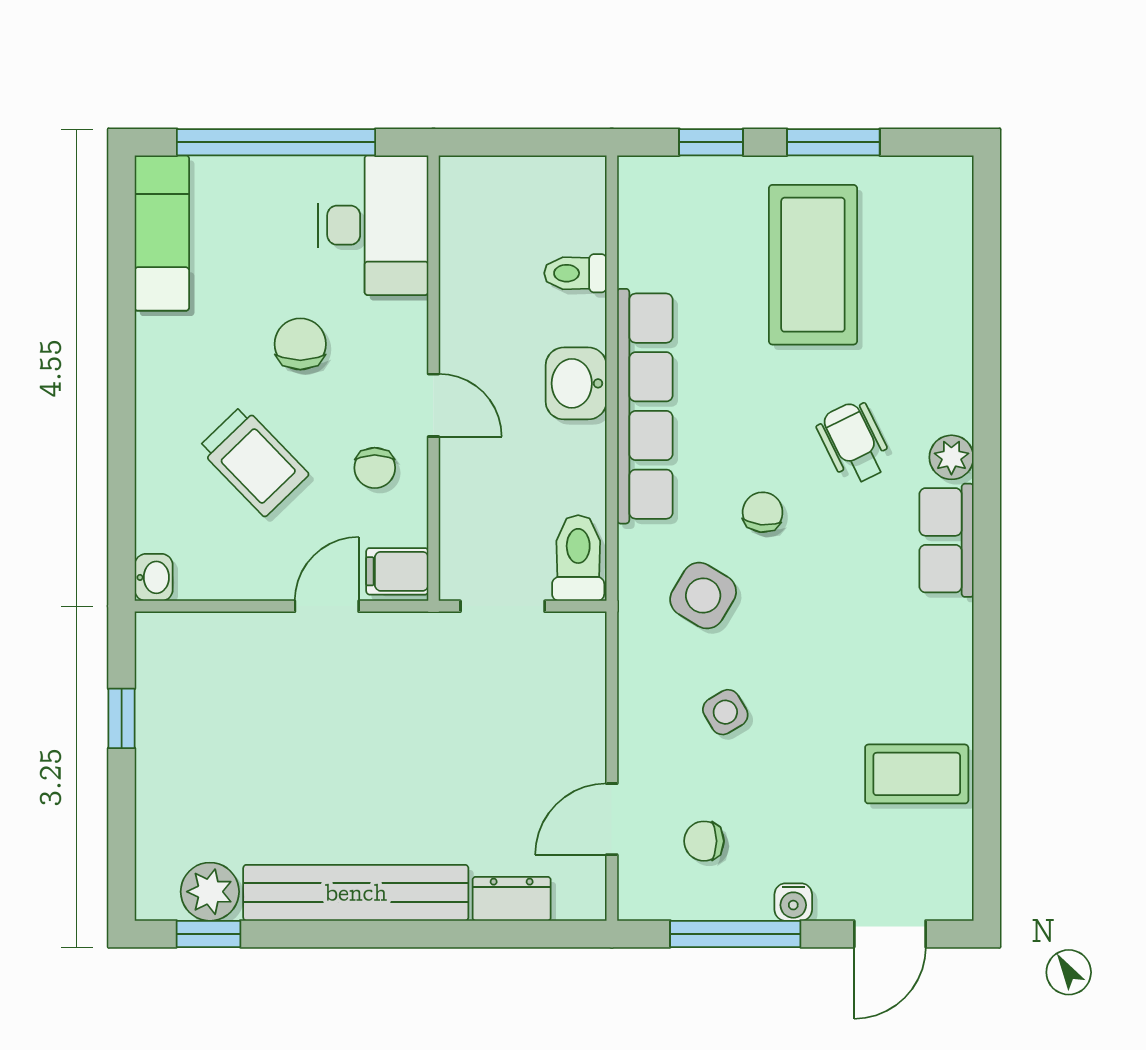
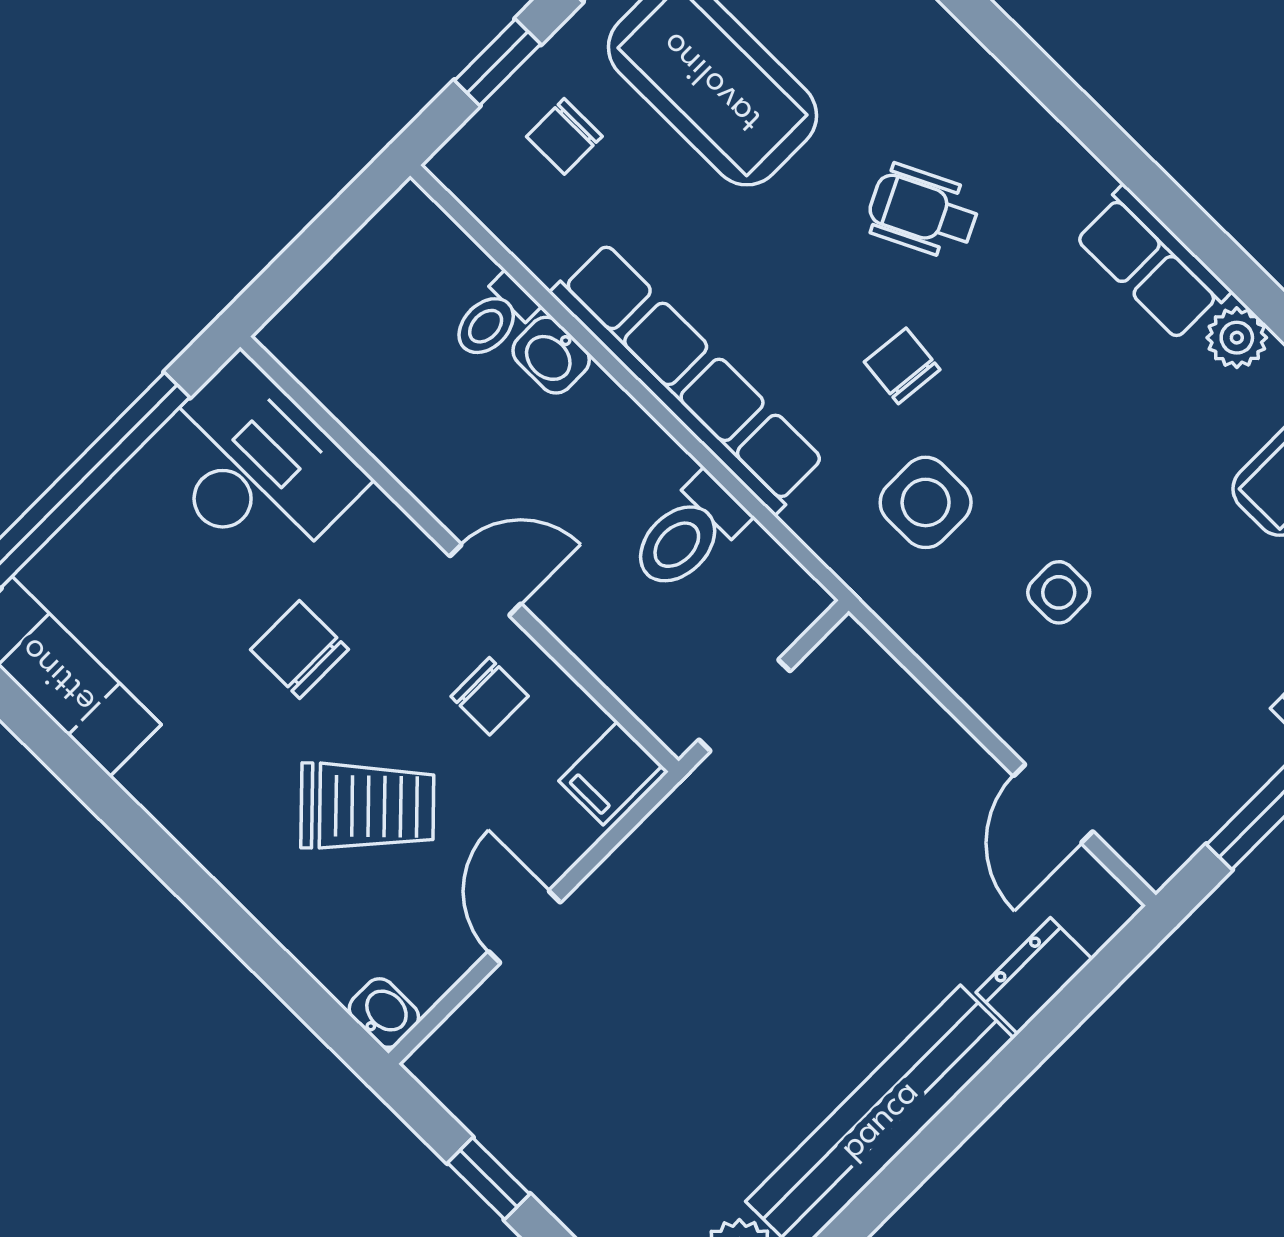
washbasin: (576, 383) -> (551, 355), moved, width x0.72, depth x0.69
plant: (951, 457) -> (1237, 338), moved
row of seats: (946, 540) -> (1152, 263), moved
toilet: (578, 558) -> (688, 533), moved, turned -90
side table: (703, 596) -> (926, 502), turned -31
door: (327, 606) -> (525, 927), moved
side table: (725, 712) -> (1059, 592), turned 31
chair: (704, 841) -> (564, 136), moved

